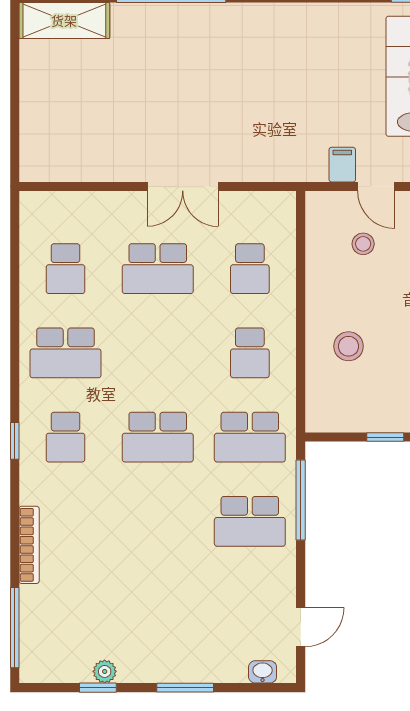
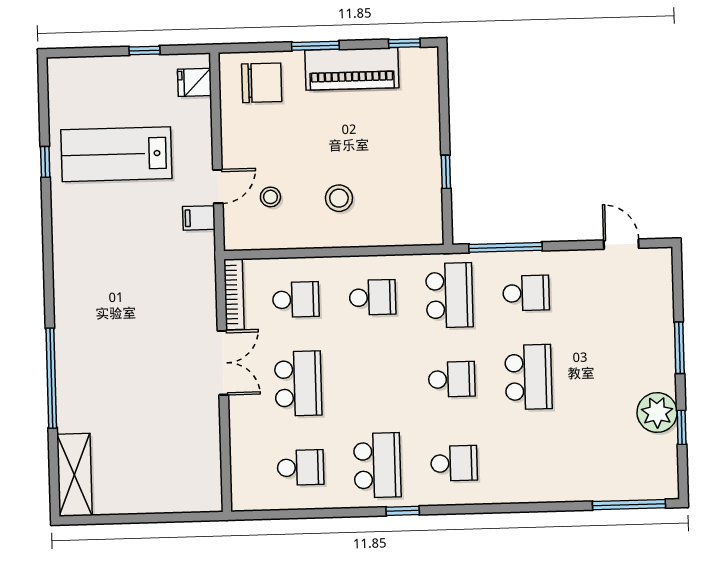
stool: (349, 346) -> (339, 198), moved
school desk: (158, 437) -> (452, 379), width x0.54
window: (15, 441) -> (403, 511), moved
school desk: (158, 521) -> (528, 377), added
school desk: (250, 521) -> (526, 293), width x0.54
bookcase: (29, 545) -> (234, 294), moved, turned 90
plant: (105, 671) -> (657, 413), width x1.87, depth x1.87
washbasin: (263, 672) -> (663, 278), removed

